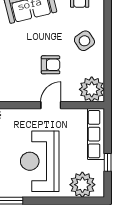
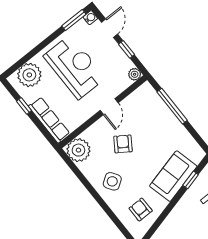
armchair: (51, 65) -> (123, 144), turned 124
door: (51, 105) -> (109, 107), moved

